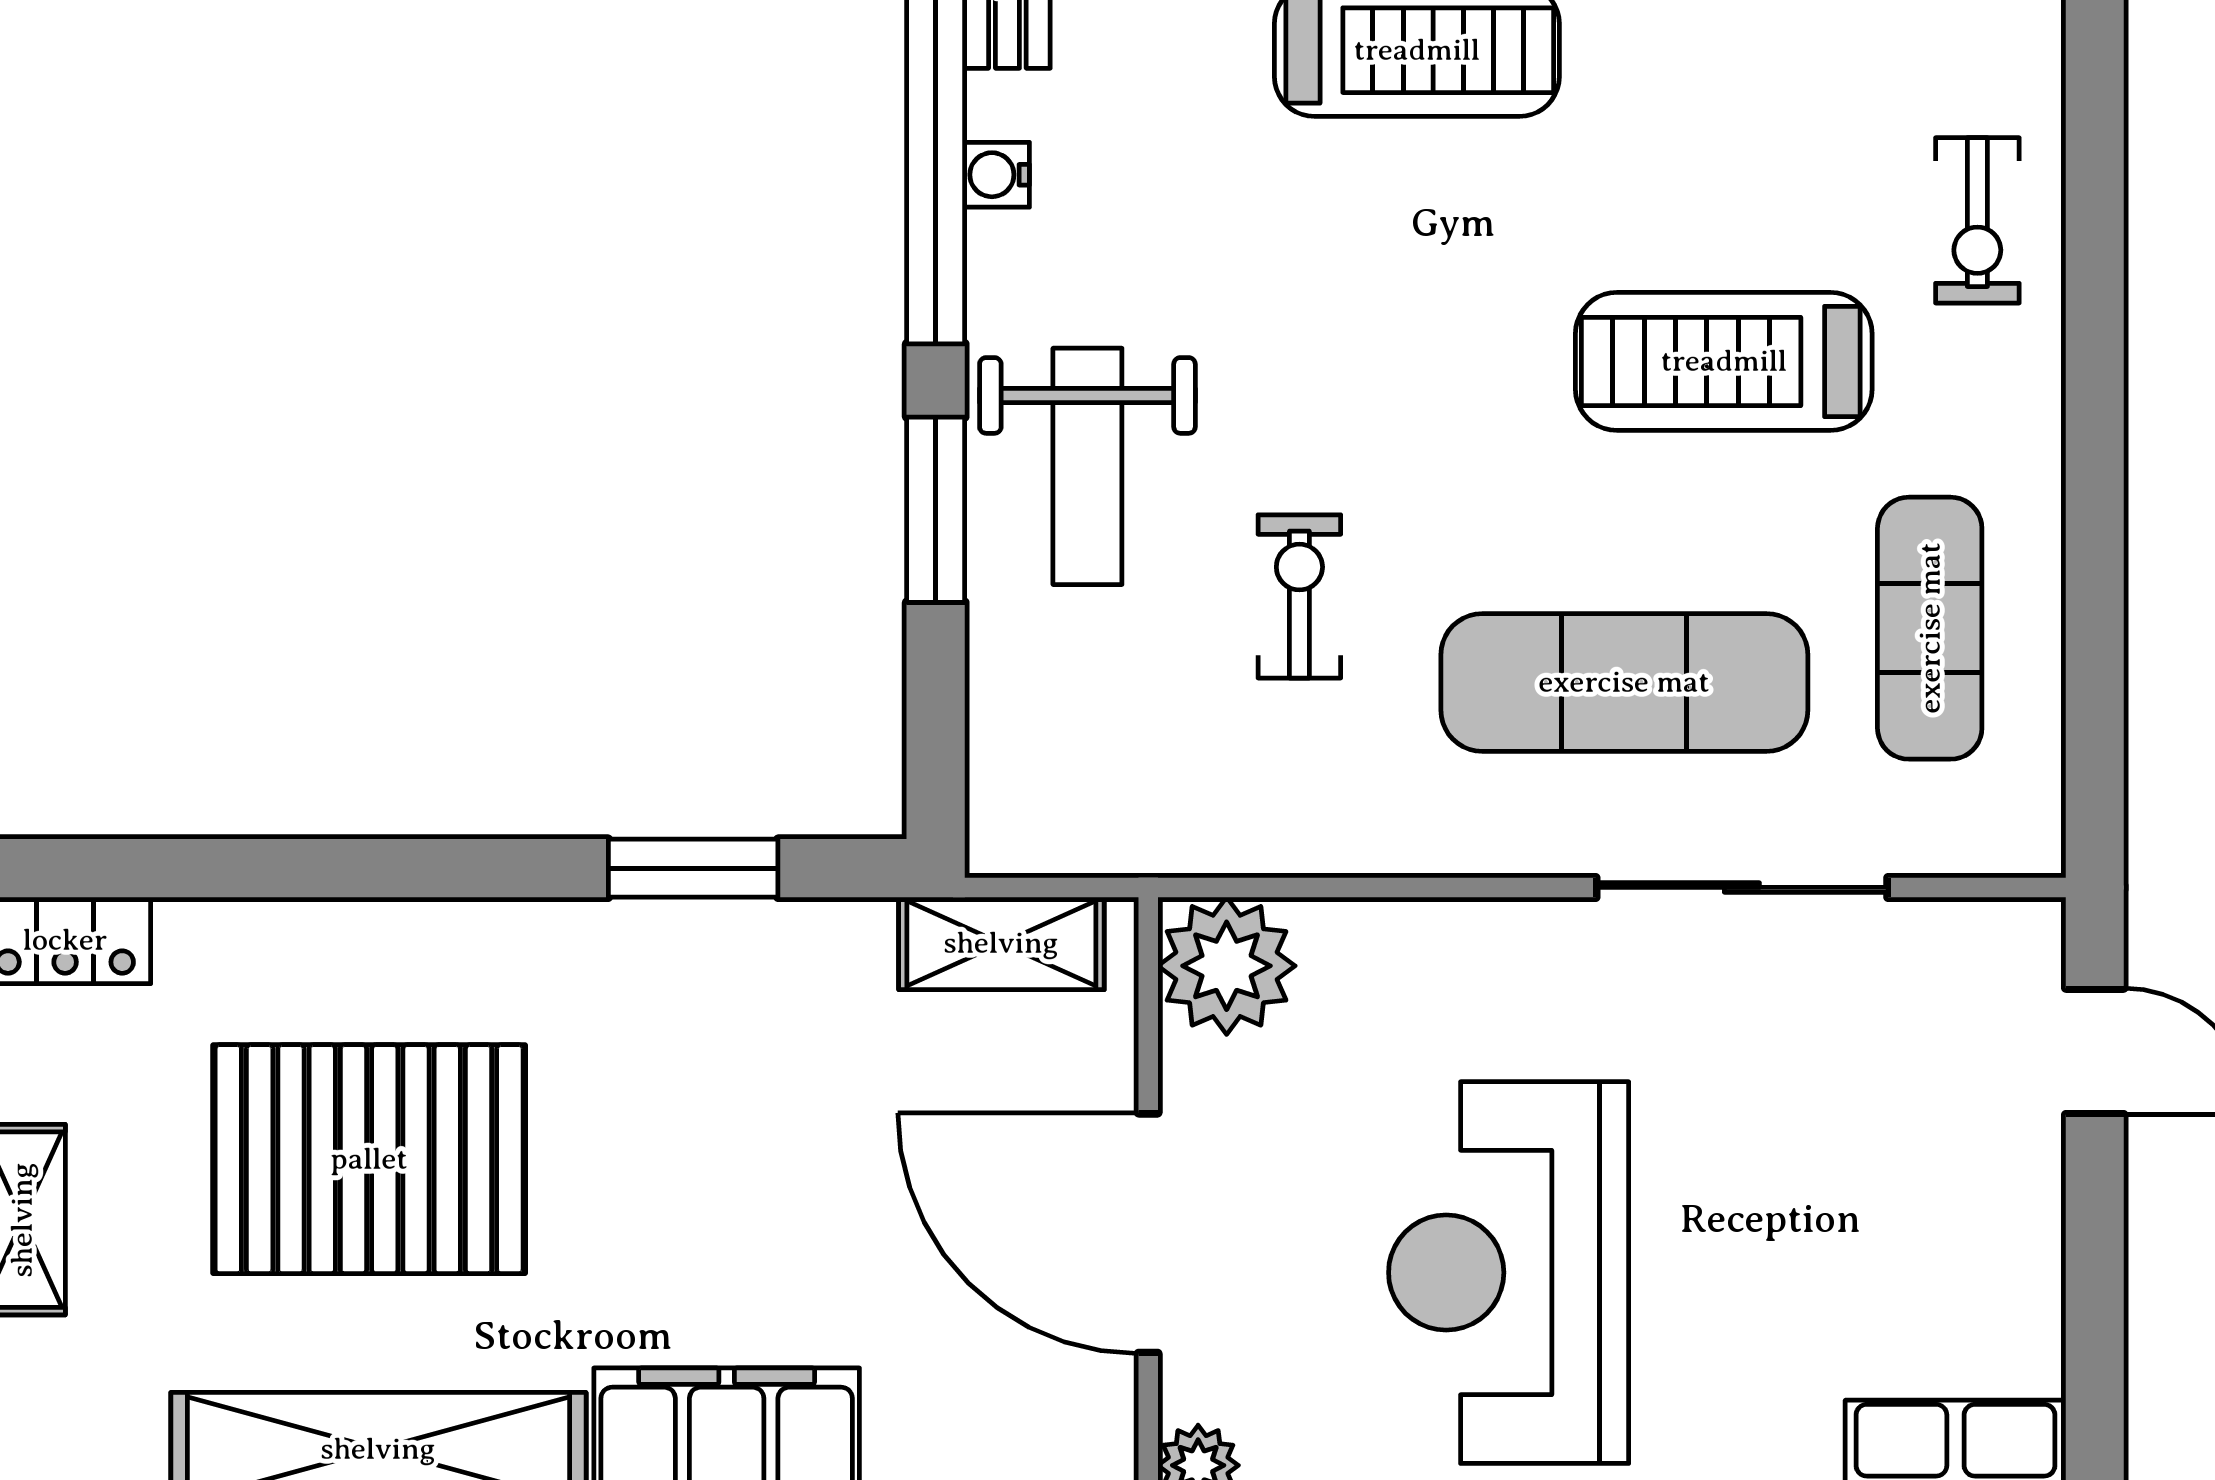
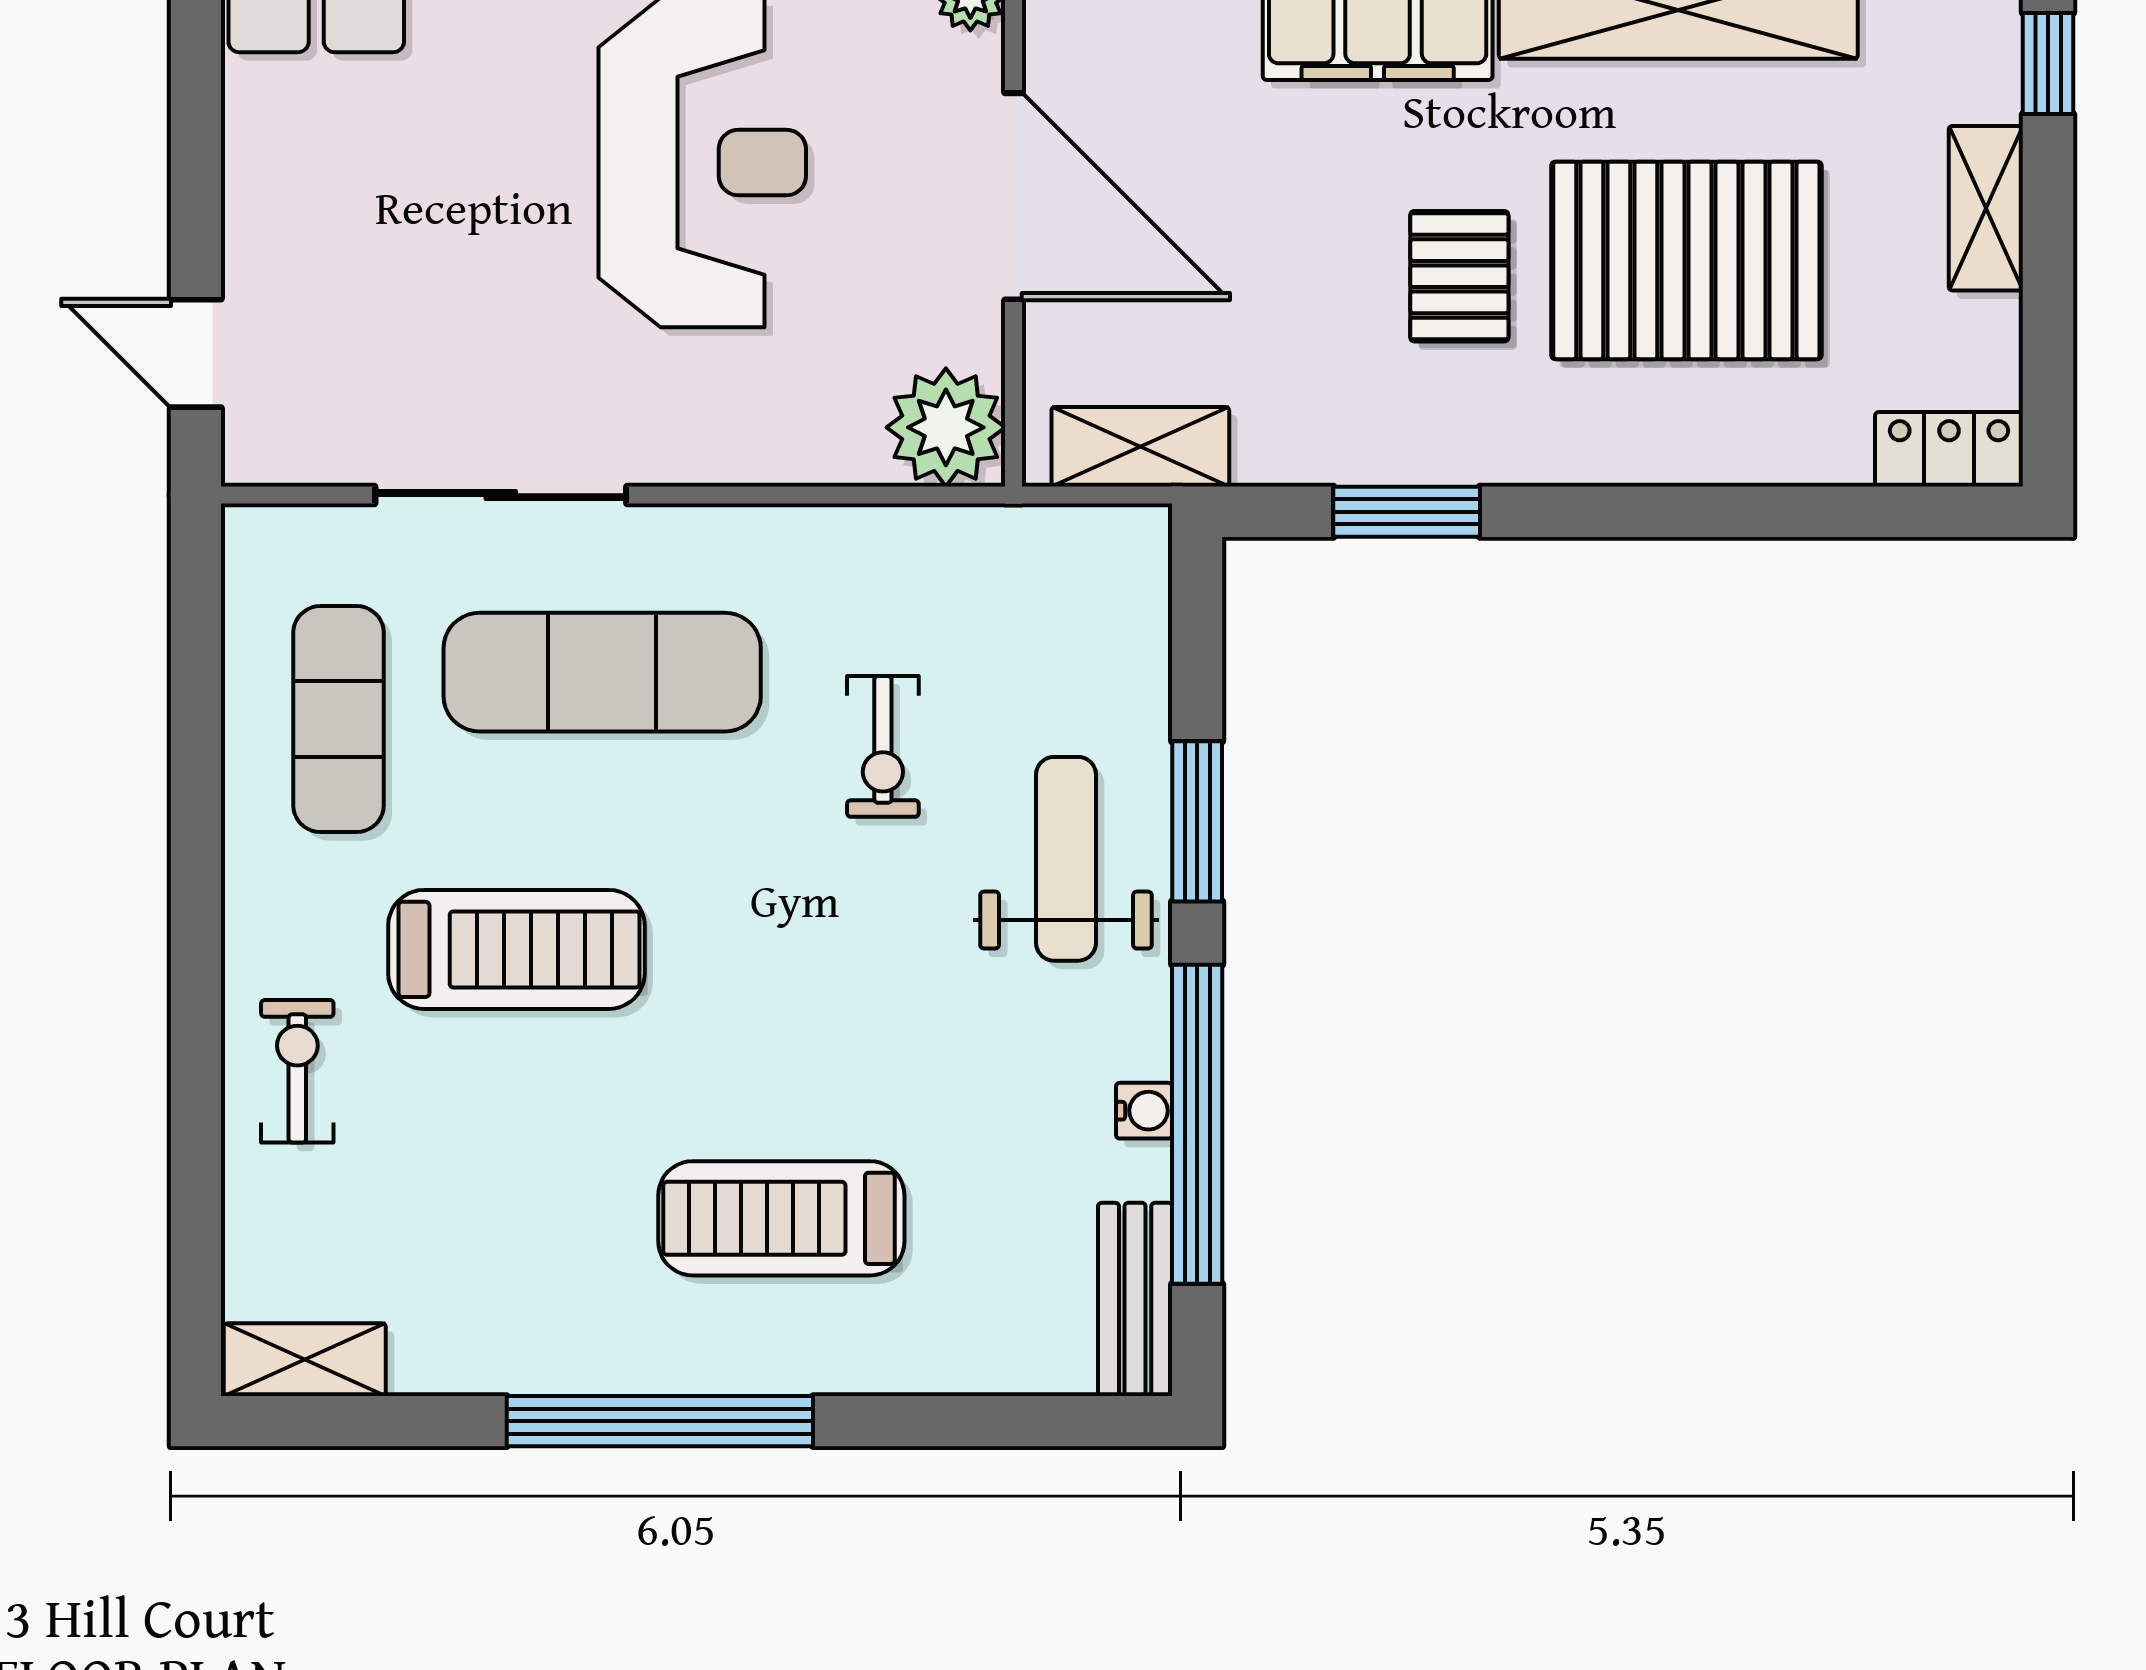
pallet: (632, 1141) -> (1459, 276), added

